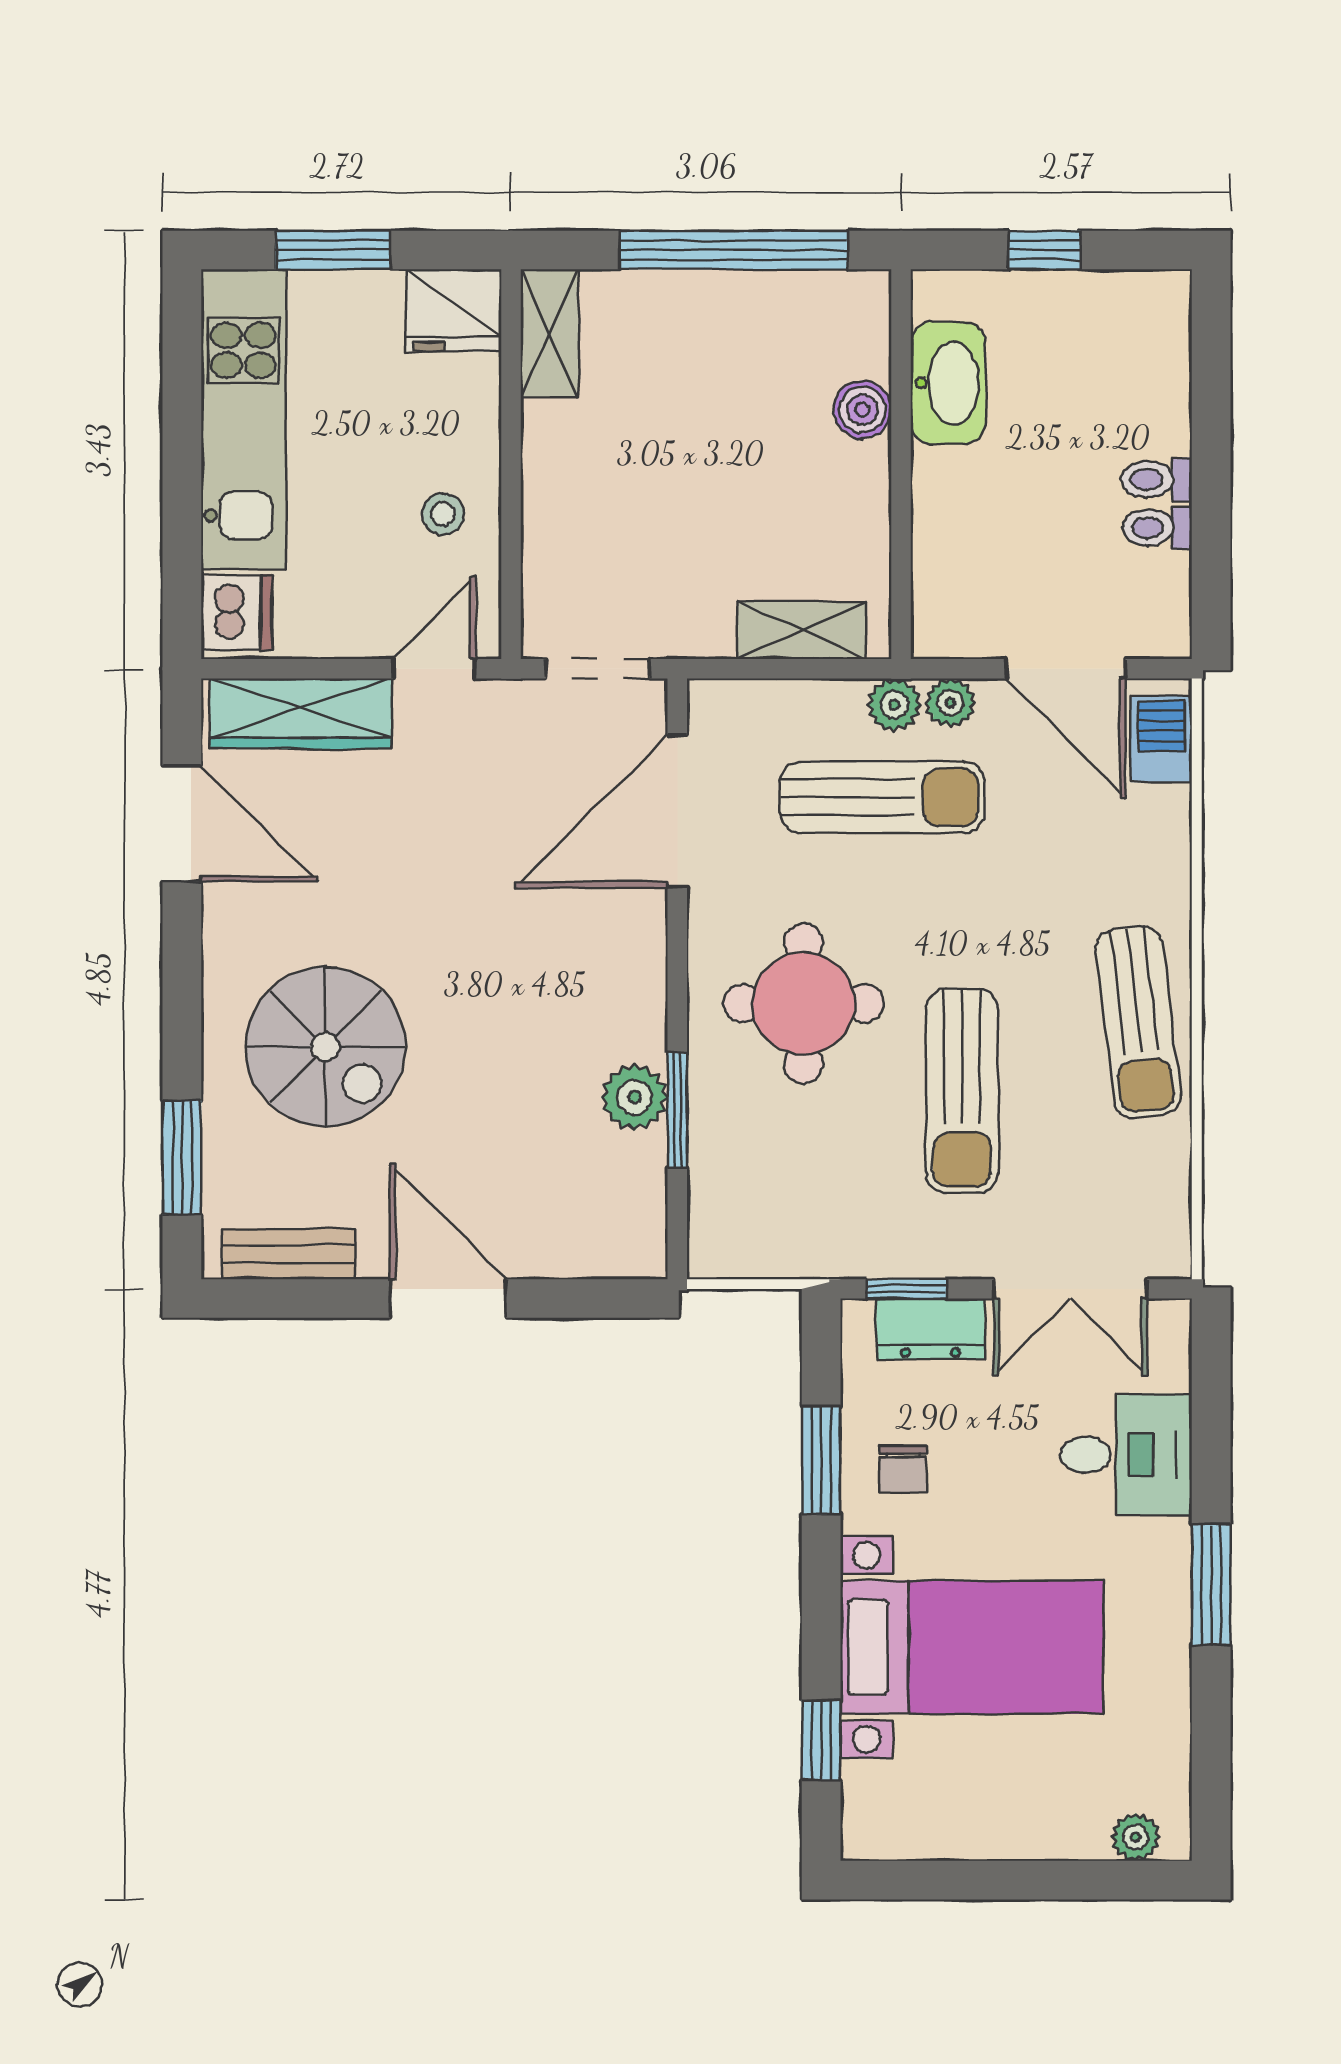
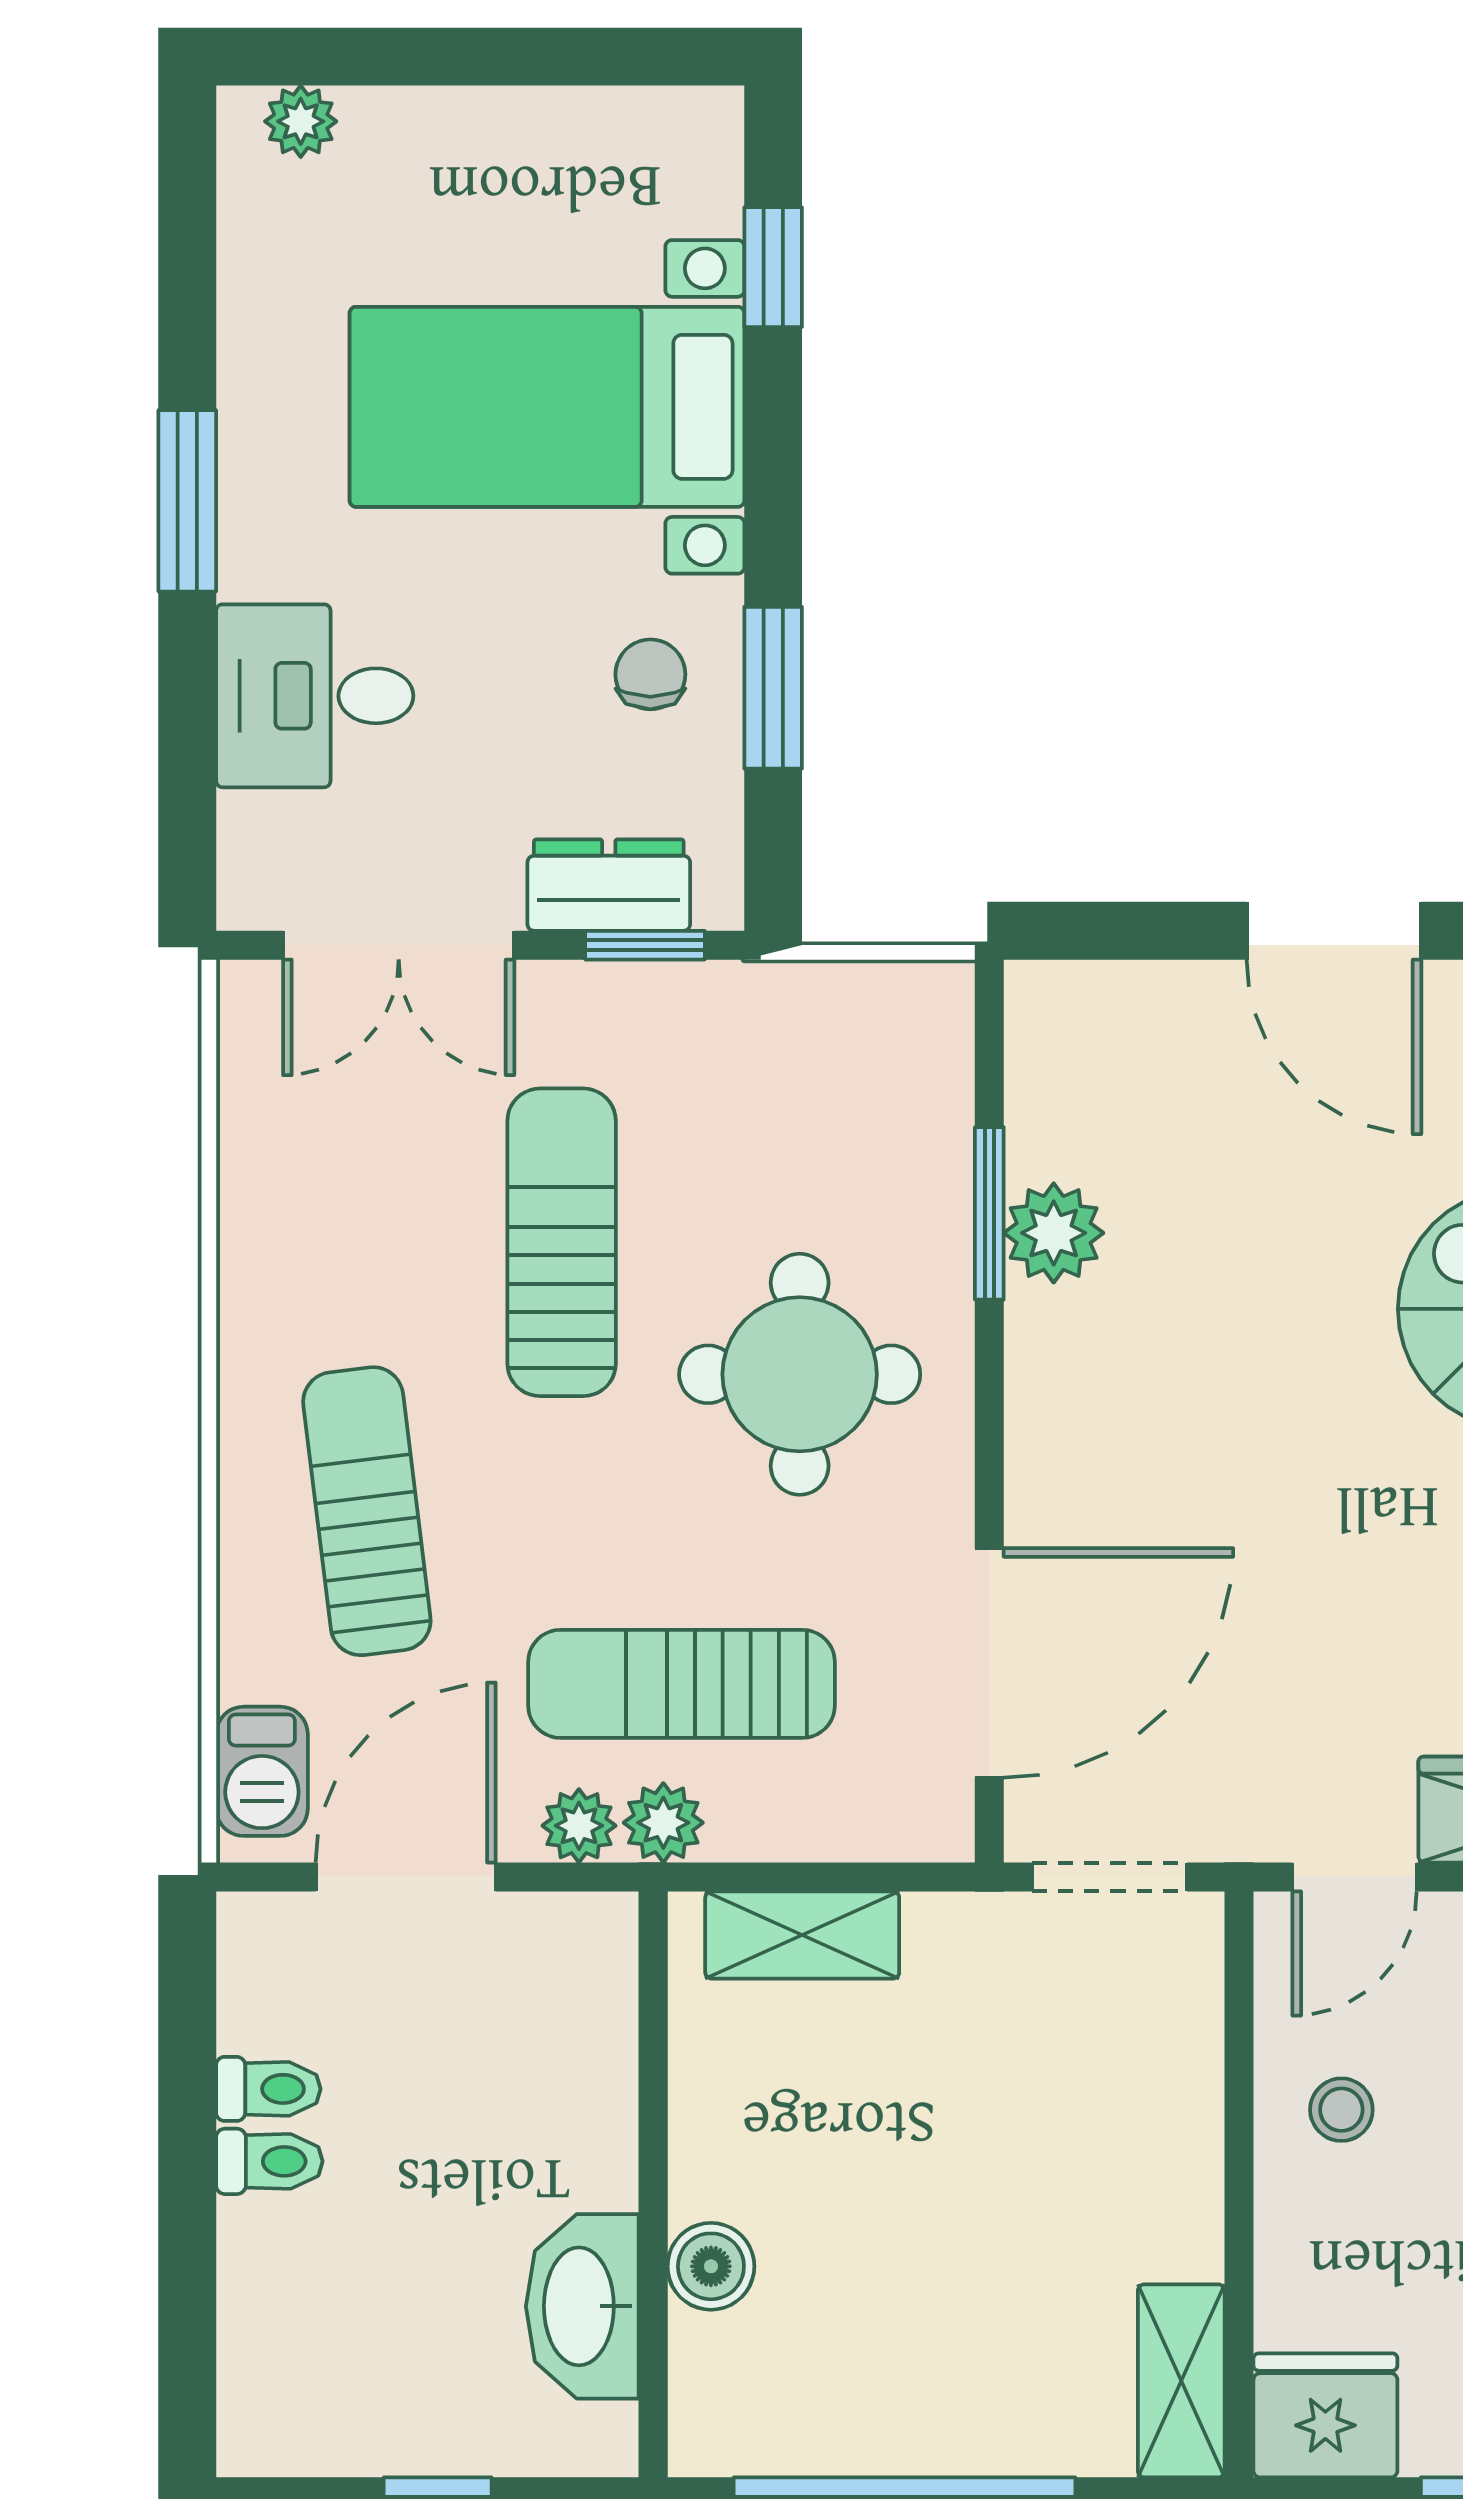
door: (1066, 669) -> (406, 1877), hinge flipped
sun lounger: (1138, 1022) -> (367, 1511), moved
double door: (1070, 1289) -> (399, 945), swing flipped

